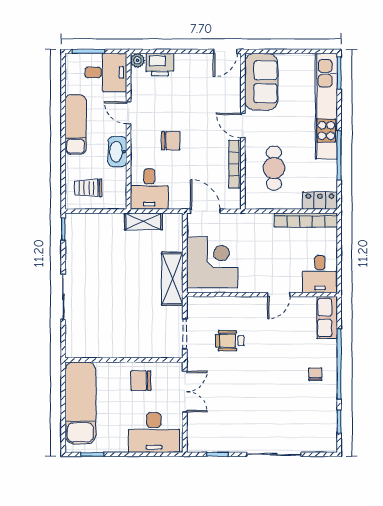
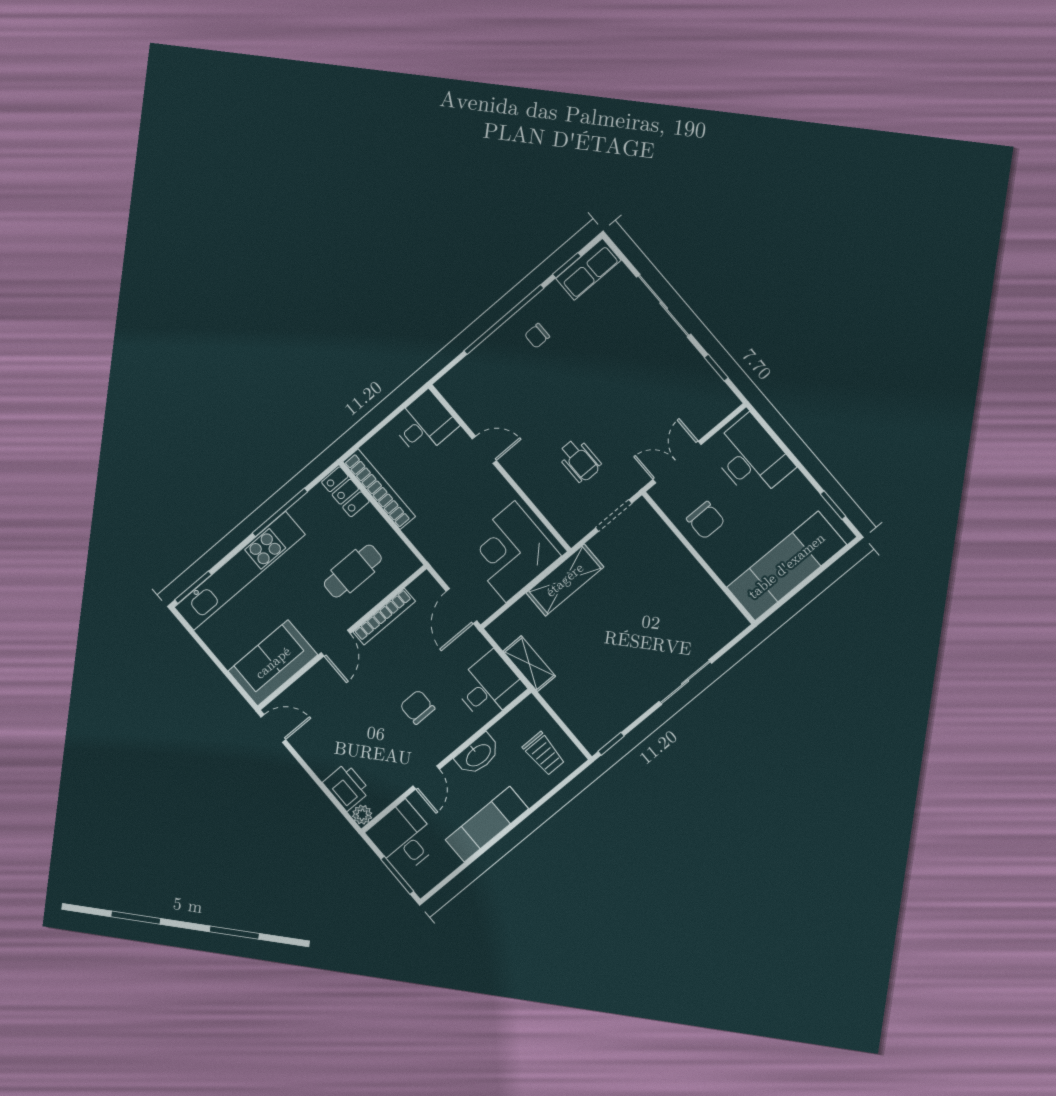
row of seats: (327, 318) -> (588, 269), moved

